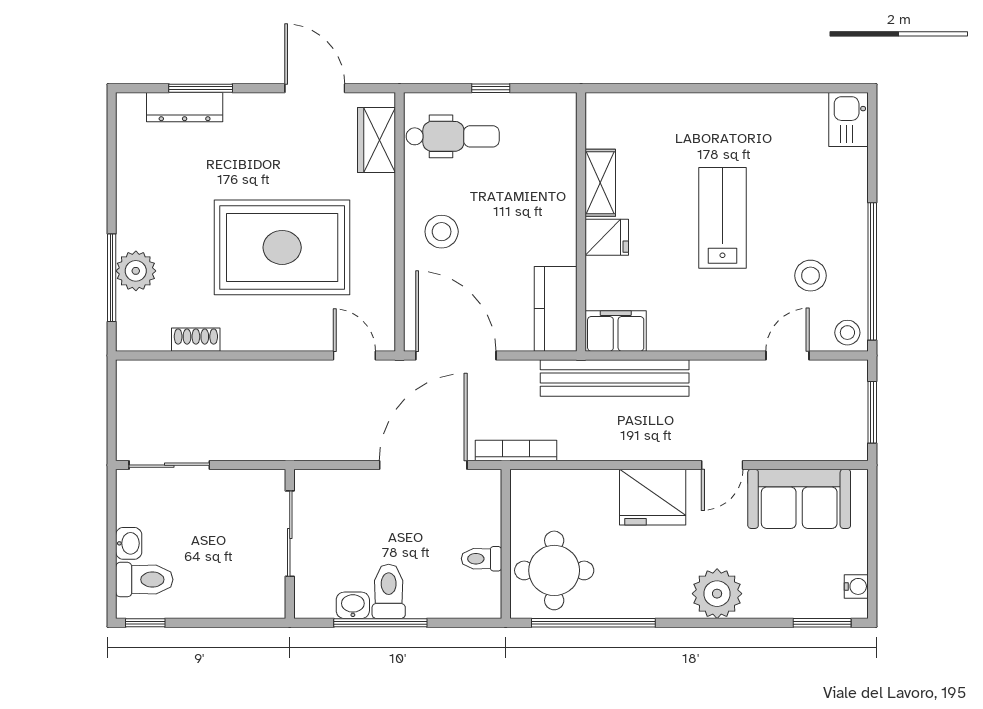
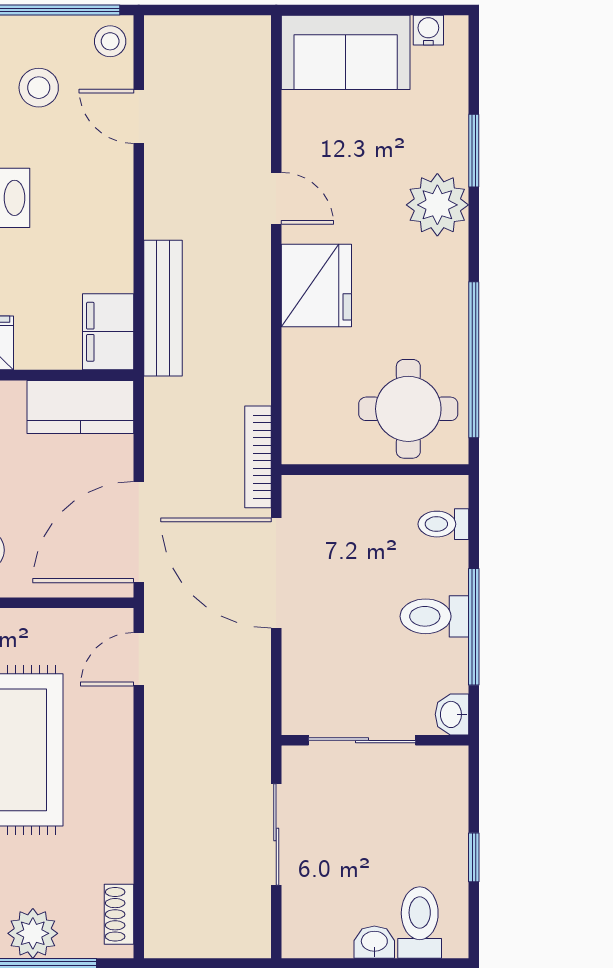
shoe rack: (196, 340) -> (119, 914), moved
bench: (615, 378) -> (163, 308), width x0.73, depth x0.82
window: (872, 412) -> (210, 10), removed
sliding door: (169, 465) -> (276, 835), moved
sofa: (799, 499) -> (346, 52), moved, turned 90
toilet: (481, 559) -> (443, 524), moved, turned 90
washbasin: (353, 605) -> (452, 714), moved
window: (145, 623) -> (474, 857), moved
window: (822, 623) -> (474, 151), moved

